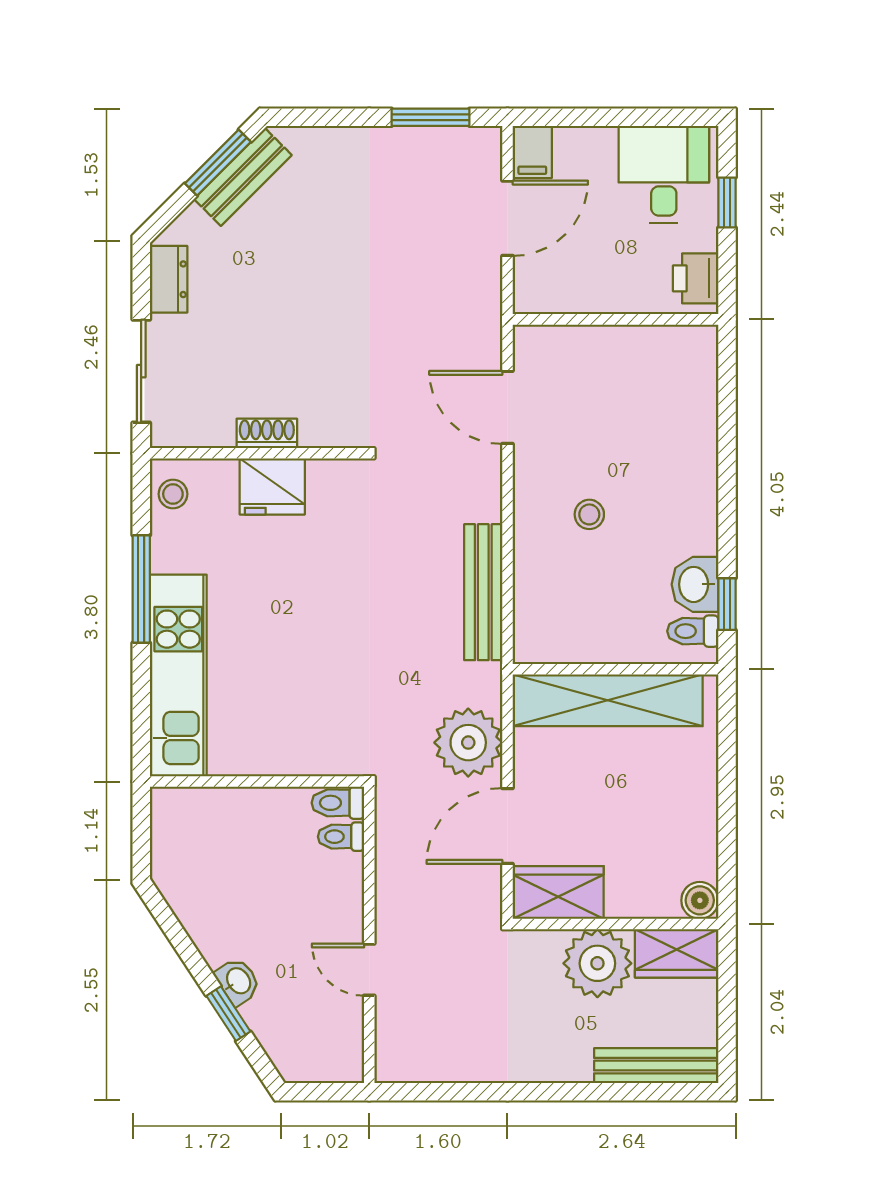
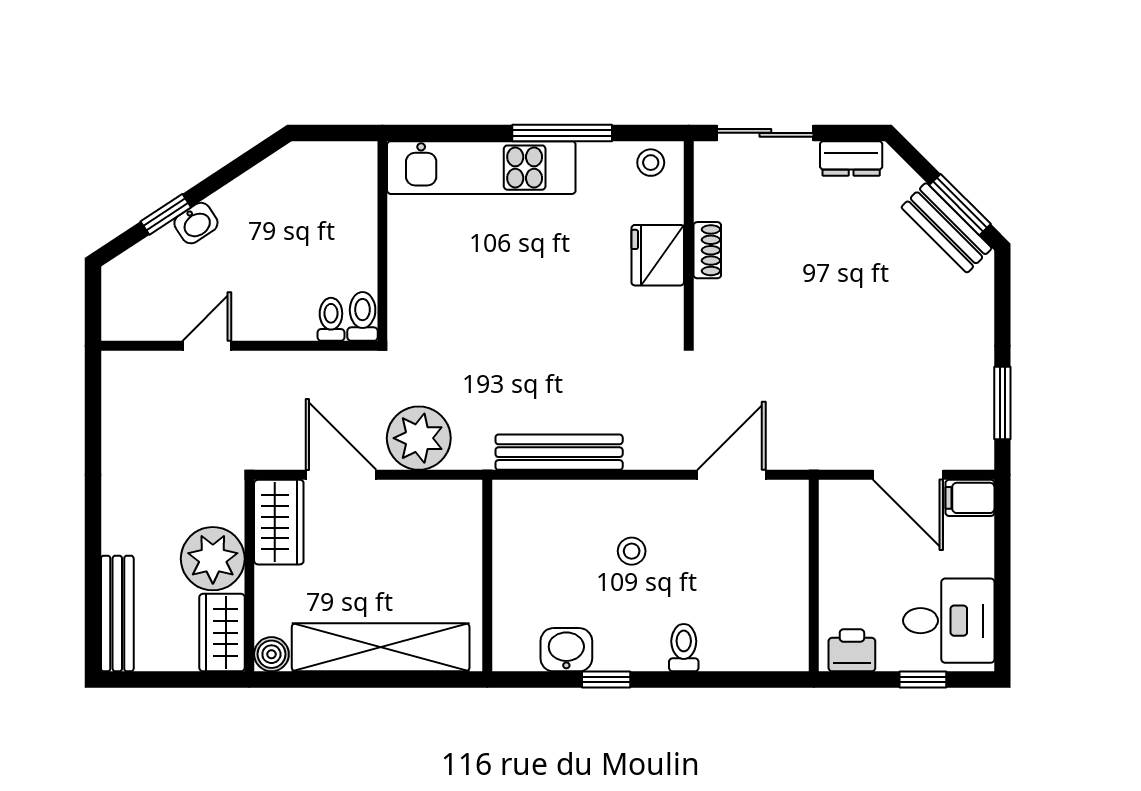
window: (727, 604) -> (606, 680), moved
toilet: (693, 631) -> (684, 648), moved
shelving: (608, 700) -> (381, 647), moved, turned 90

